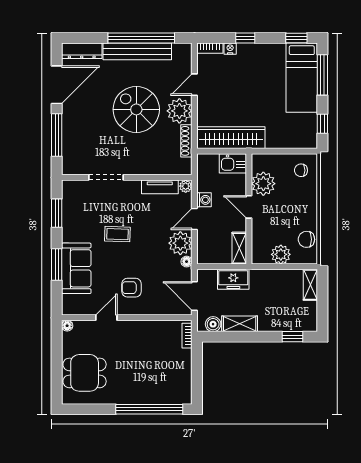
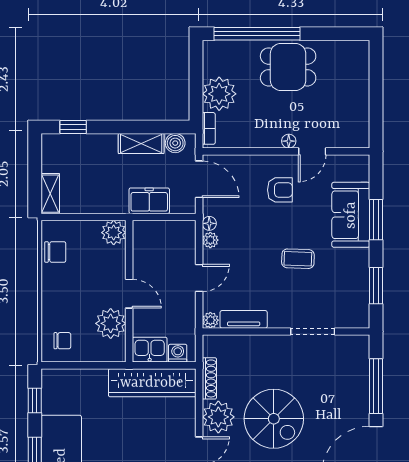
washing machine: (204, 200) -> (178, 353), moved, turned 90
plant: (180, 243) -> (210, 240), width x0.53, depth x0.53
shelving: (239, 248) -> (142, 241), removed
plant: (281, 254) -> (114, 233), moved
floor lamp: (67, 326) -> (289, 141), moved
plant: (179, 363) -> (219, 94), added
dining table: (85, 373) -> (288, 67), moved

